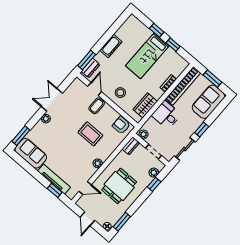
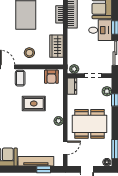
desk: (166, 115) -> (100, 30), moved, turned 180
armchair: (121, 125) -> (51, 77), turned -90
dining table: (119, 186) -> (89, 124), width x1.38

